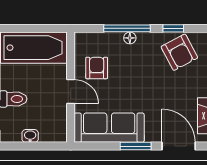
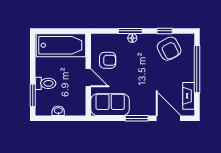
window: (127, 28) -> (130, 31), width x0.69
armchair: (97, 68) -> (108, 60), turned 90
sofa: (109, 128) -> (110, 105), width x0.73

